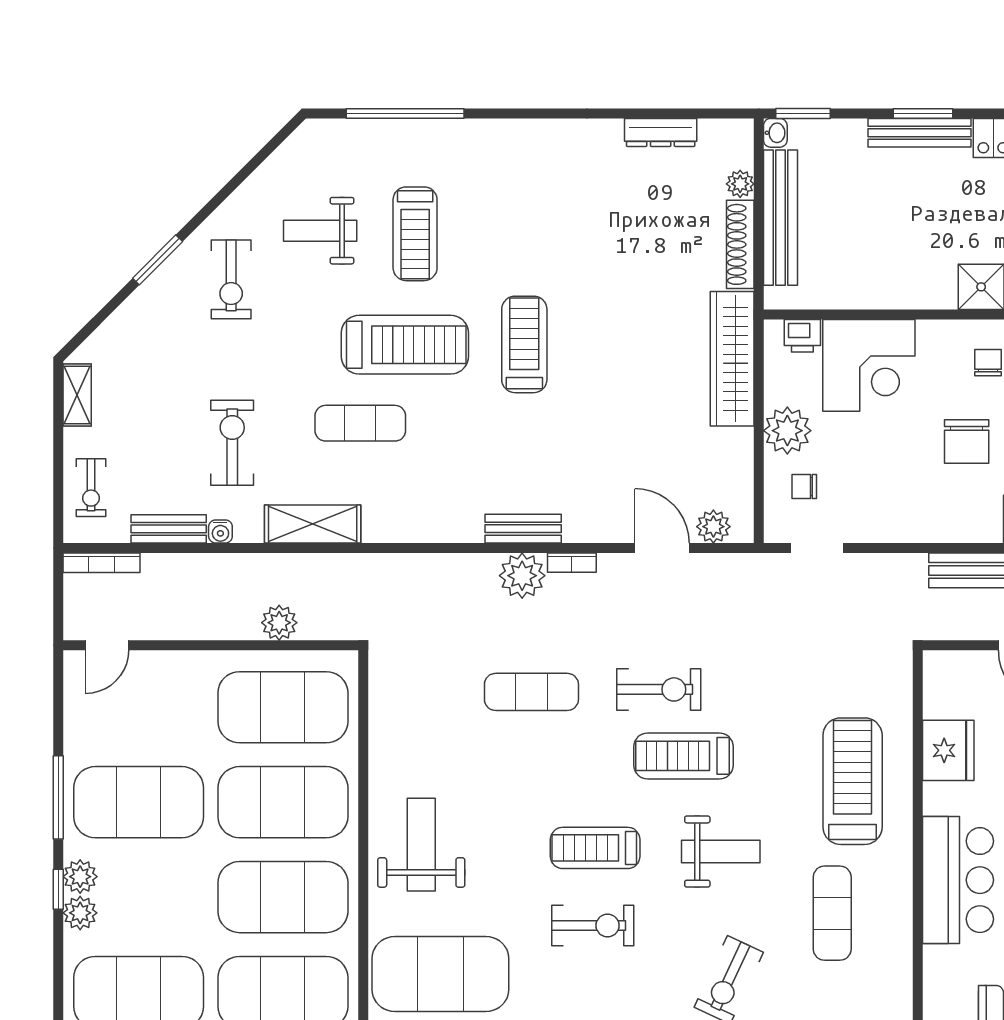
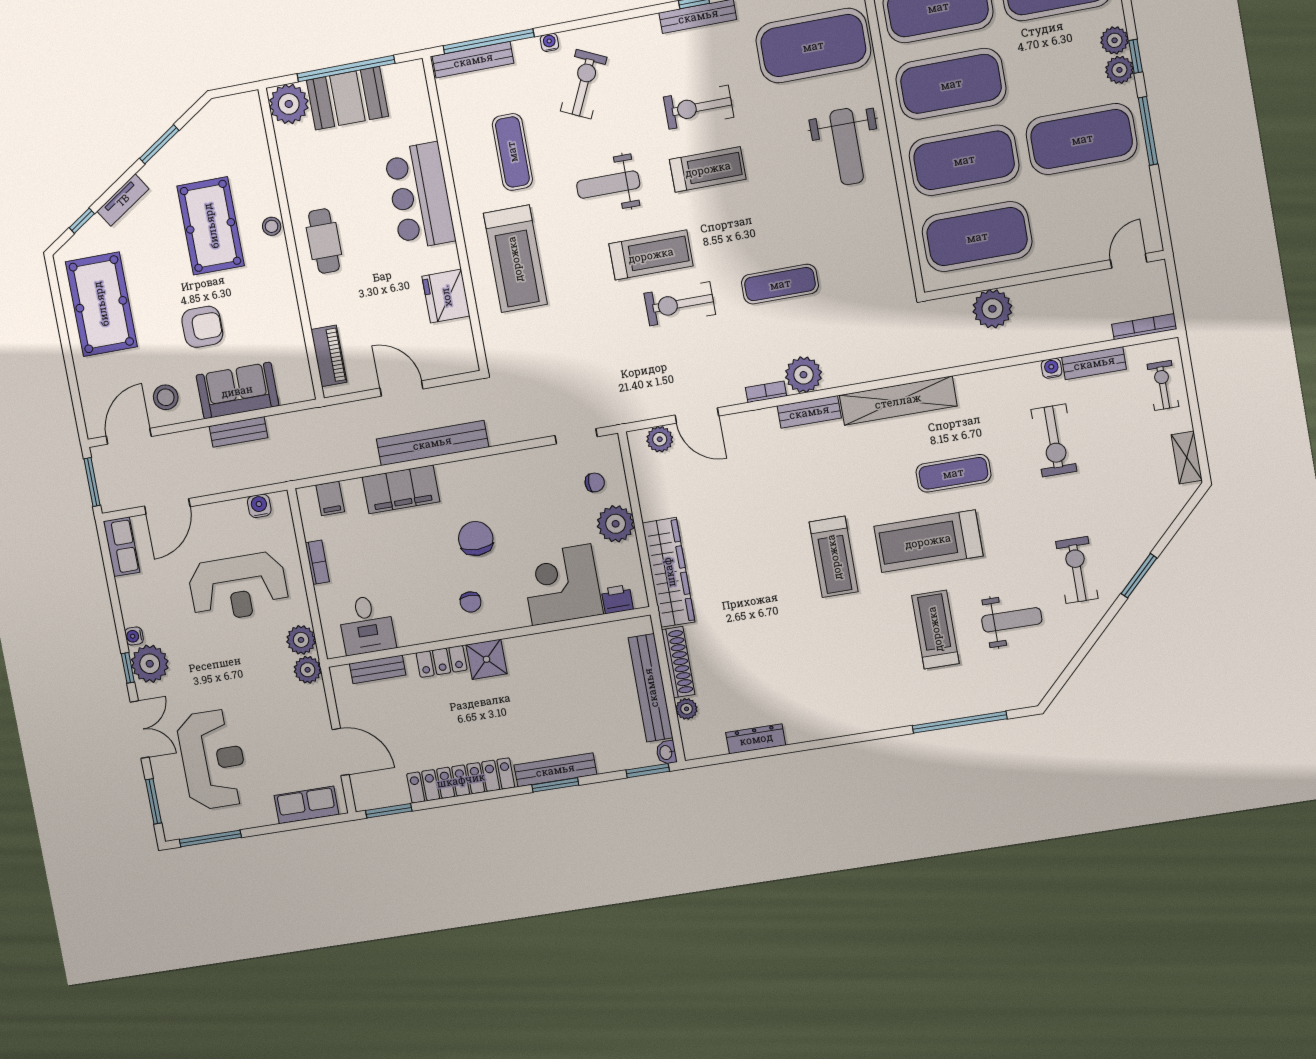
shelving: (313, 524) -> (898, 401), moved, width x1.47
plant: (279, 623) -> (992, 309), width x1.36, depth x1.36

